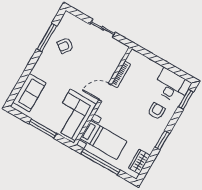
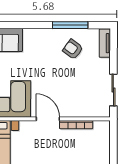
tv unit: (74, 20) -> (105, 43), added
sliding door: (103, 28) -> (113, 90), moved

